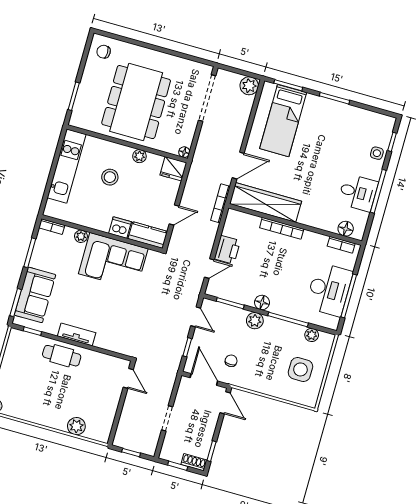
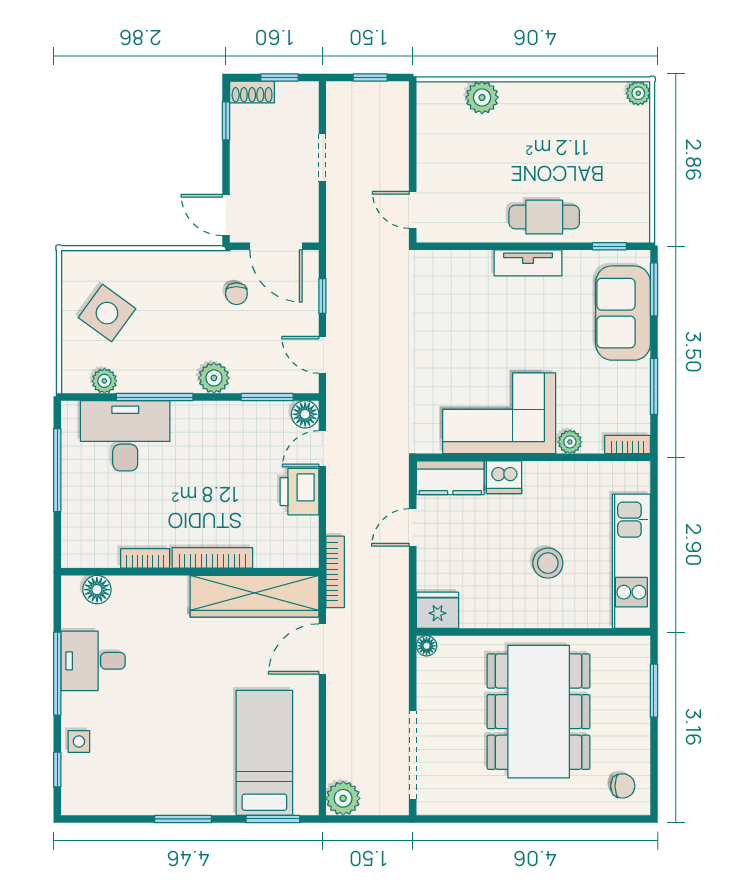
plant: (139, 156) -> (505, 616), removed
bookcase: (341, 245) -> (145, 558), moved
desk: (329, 289) -> (125, 436), moved, turned 90
floor lamp: (262, 302) -> (305, 414), moved
side table: (300, 369) -> (107, 313), turned 36

